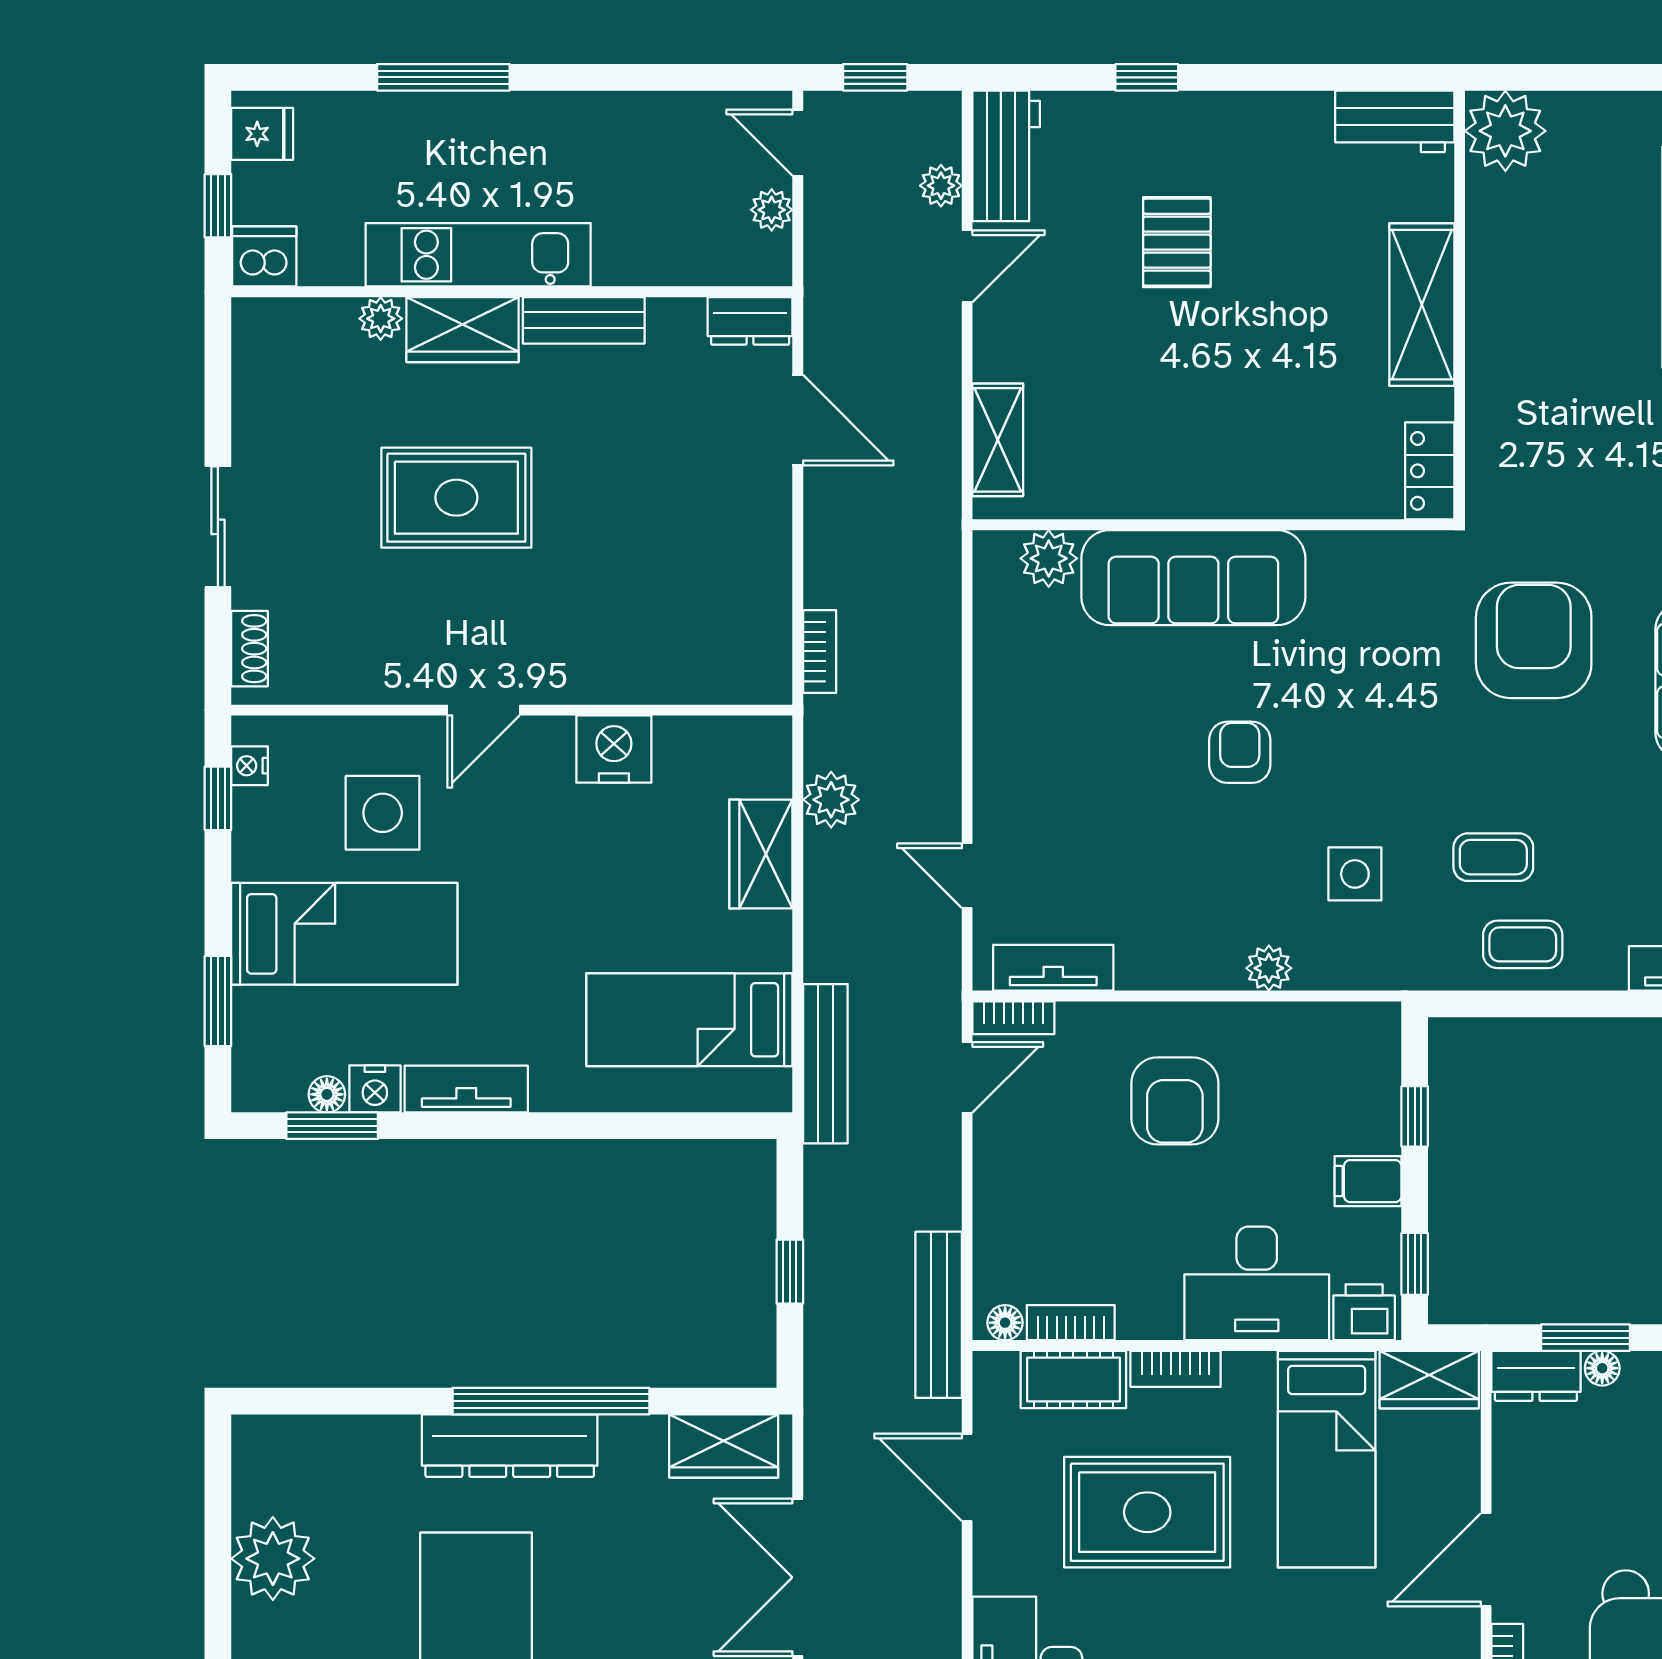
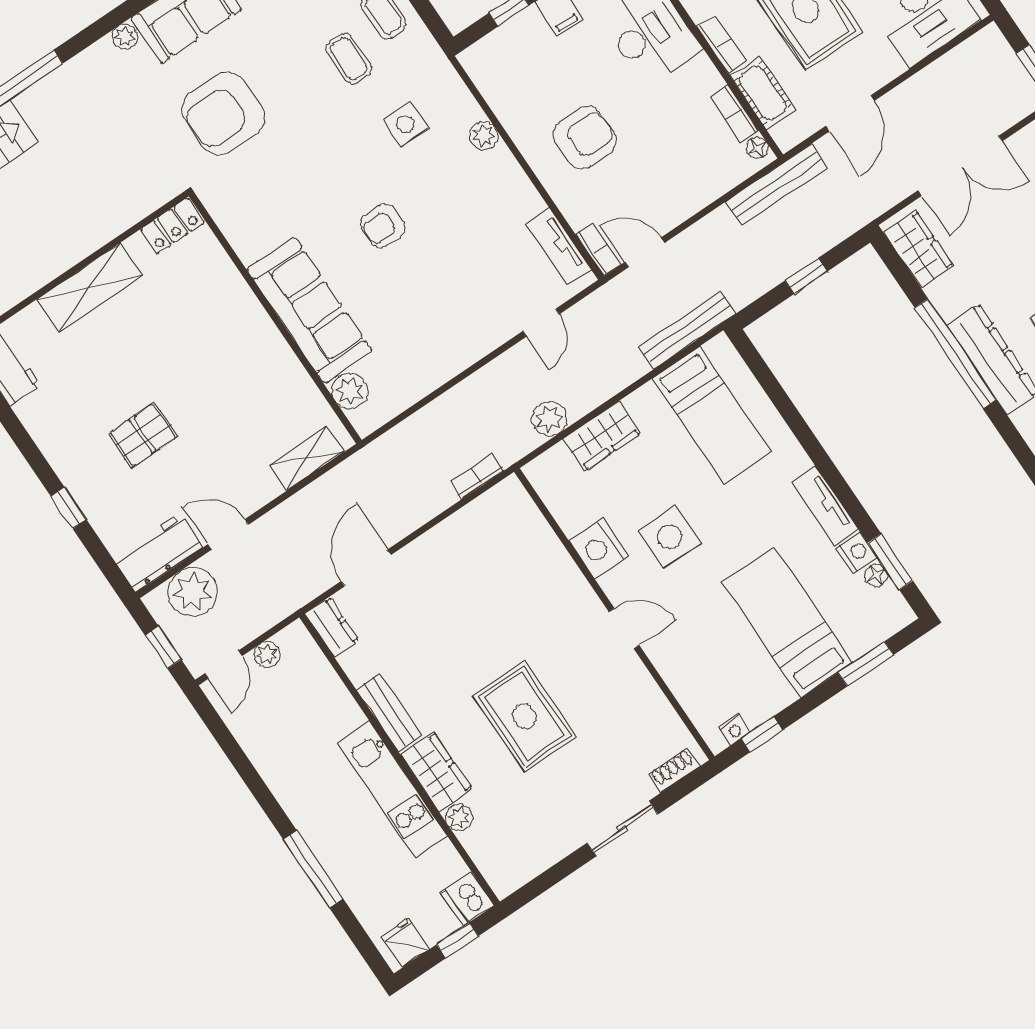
plant: (941, 186) -> (193, 592), width x1.88, depth x1.88
side table: (383, 813) -> (669, 537), moved

